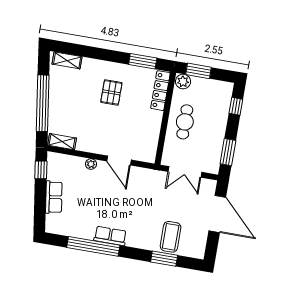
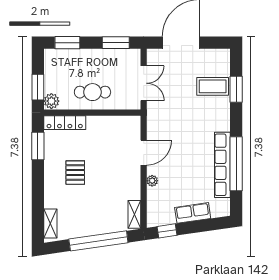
pallet: (111, 92) -> (75, 173), turned 90
window: (236, 106) -> (67, 43), width x1.50
row of seats: (110, 236) -> (222, 165), width x2.02

